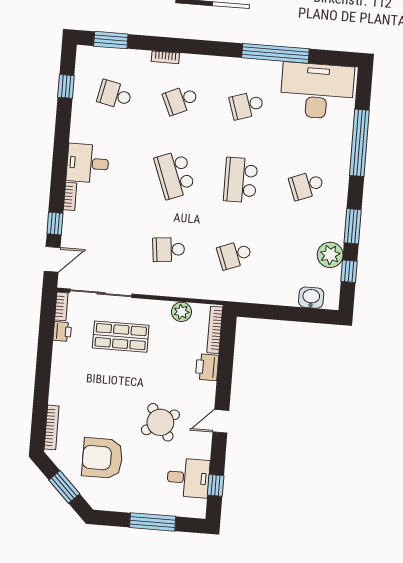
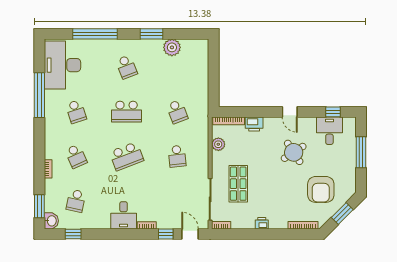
window: (349, 271) -> (182, 34), removed
washbasin: (311, 298) -> (51, 221), moved, turned 180
printer: (62, 332) -> (262, 223), moved

